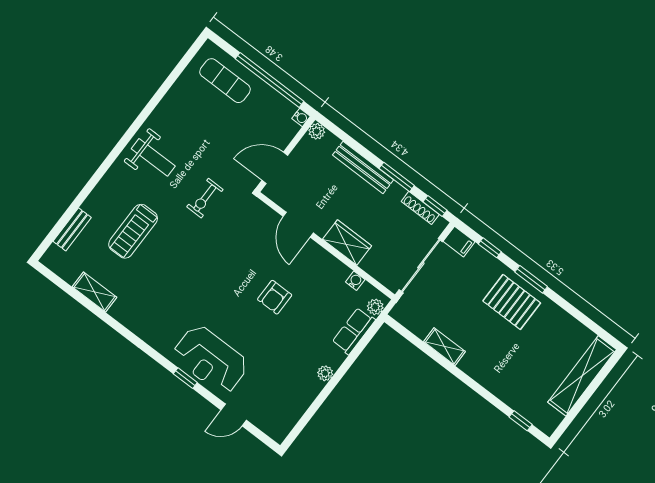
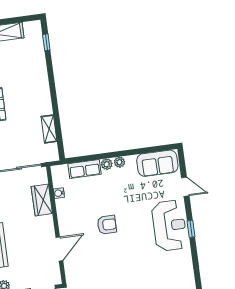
wardrobe: (347, 243) -> (42, 200), moved
plant: (375, 307) -> (107, 164), moved
shelving: (444, 347) -> (49, 129), moved
sofa: (286, 411) -> (157, 163), added

